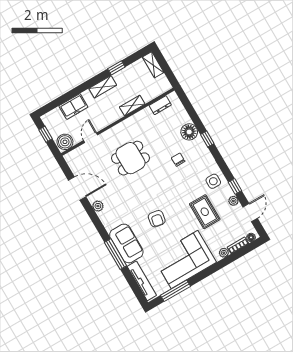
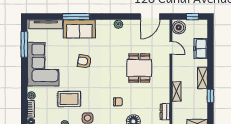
door: (77, 189) -> (150, 17), moved

